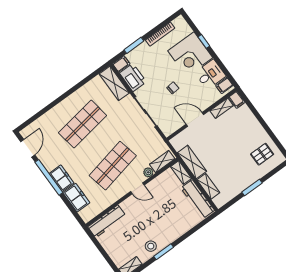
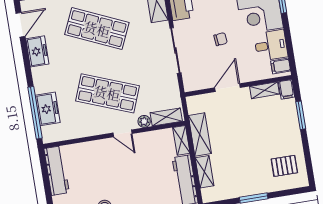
window: (256, 113) -> (301, 115), added
door: (195, 119) -> (228, 88), hinge flipped
shop shelf: (83, 124) -> (97, 29), turned 33
shop shelf: (113, 166) -> (107, 93), turned 33
window: (49, 177) -> (35, 113), moved
freezer: (61, 178) -> (37, 51), moved
workbench: (107, 221) -> (57, 171), moved, turned -90

